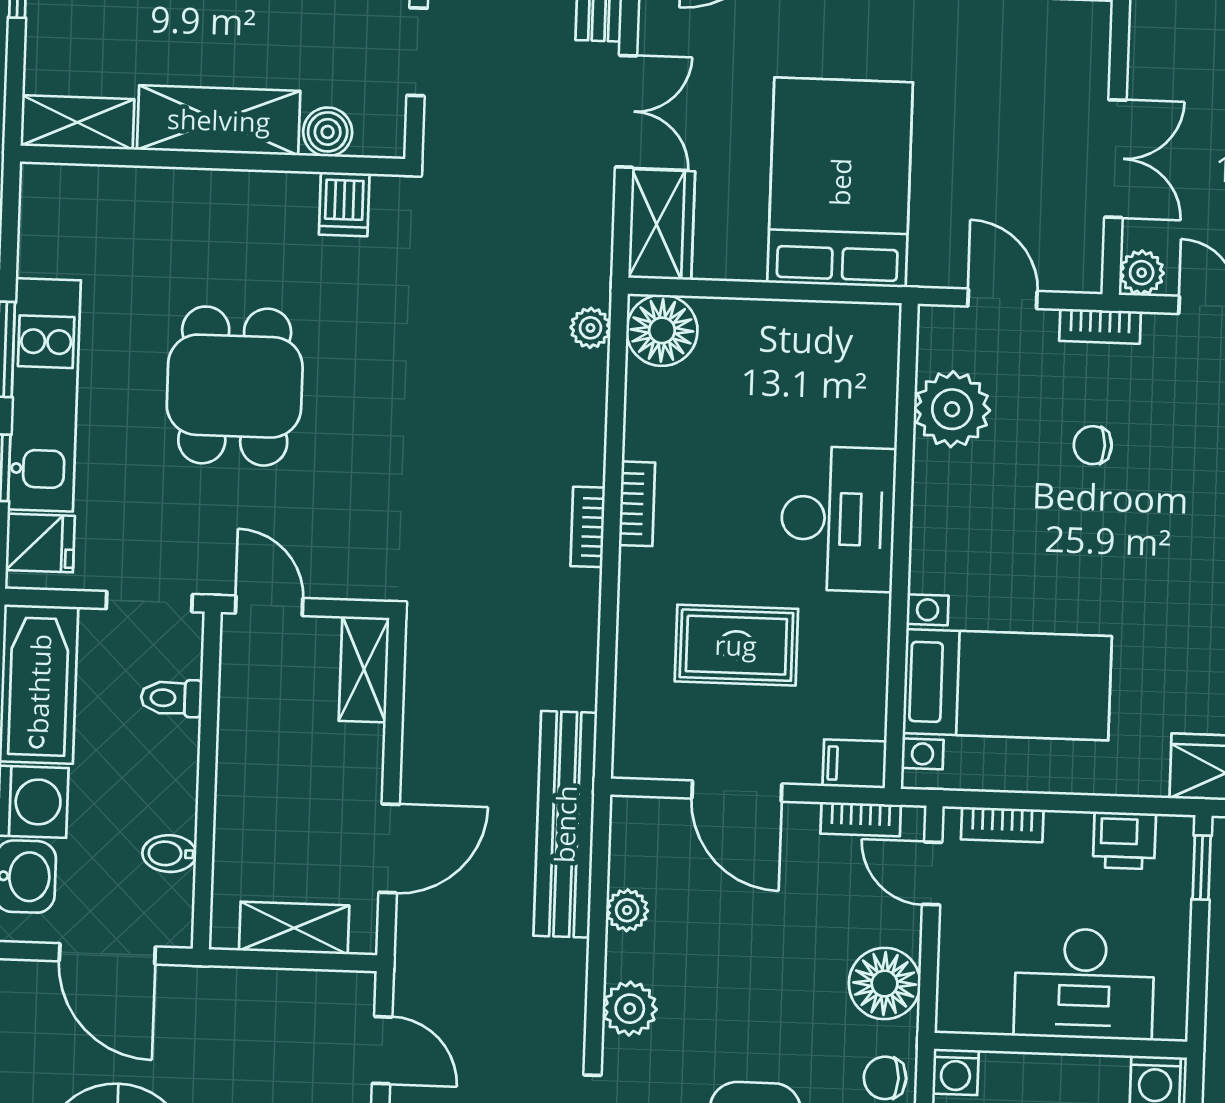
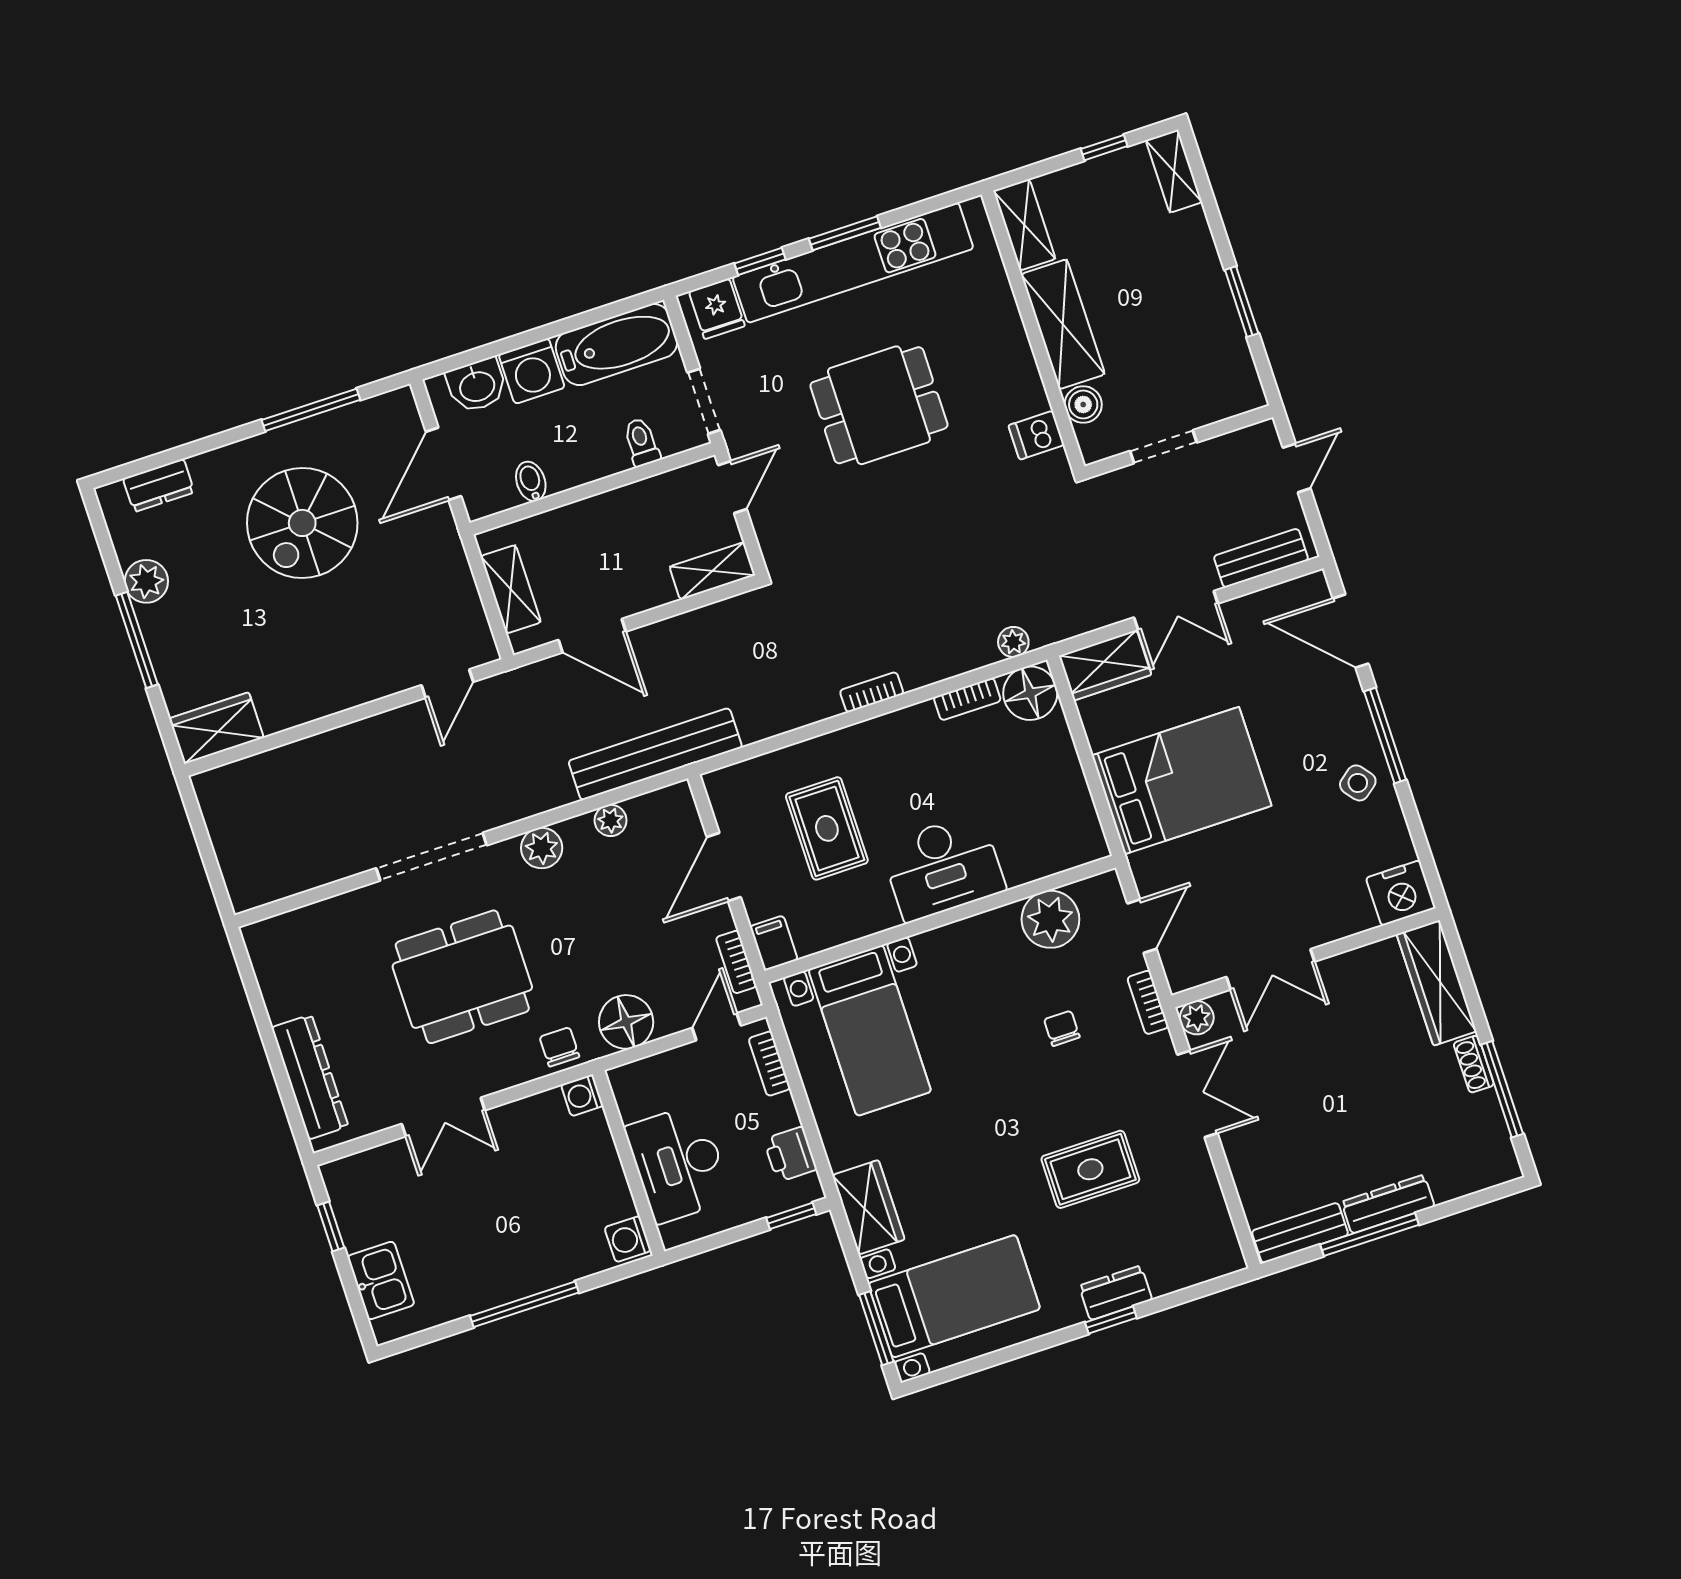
kitchen unit: (44, 395) -> (853, 263), width x1.36
bookcase: (637, 504) -> (967, 699), moved

